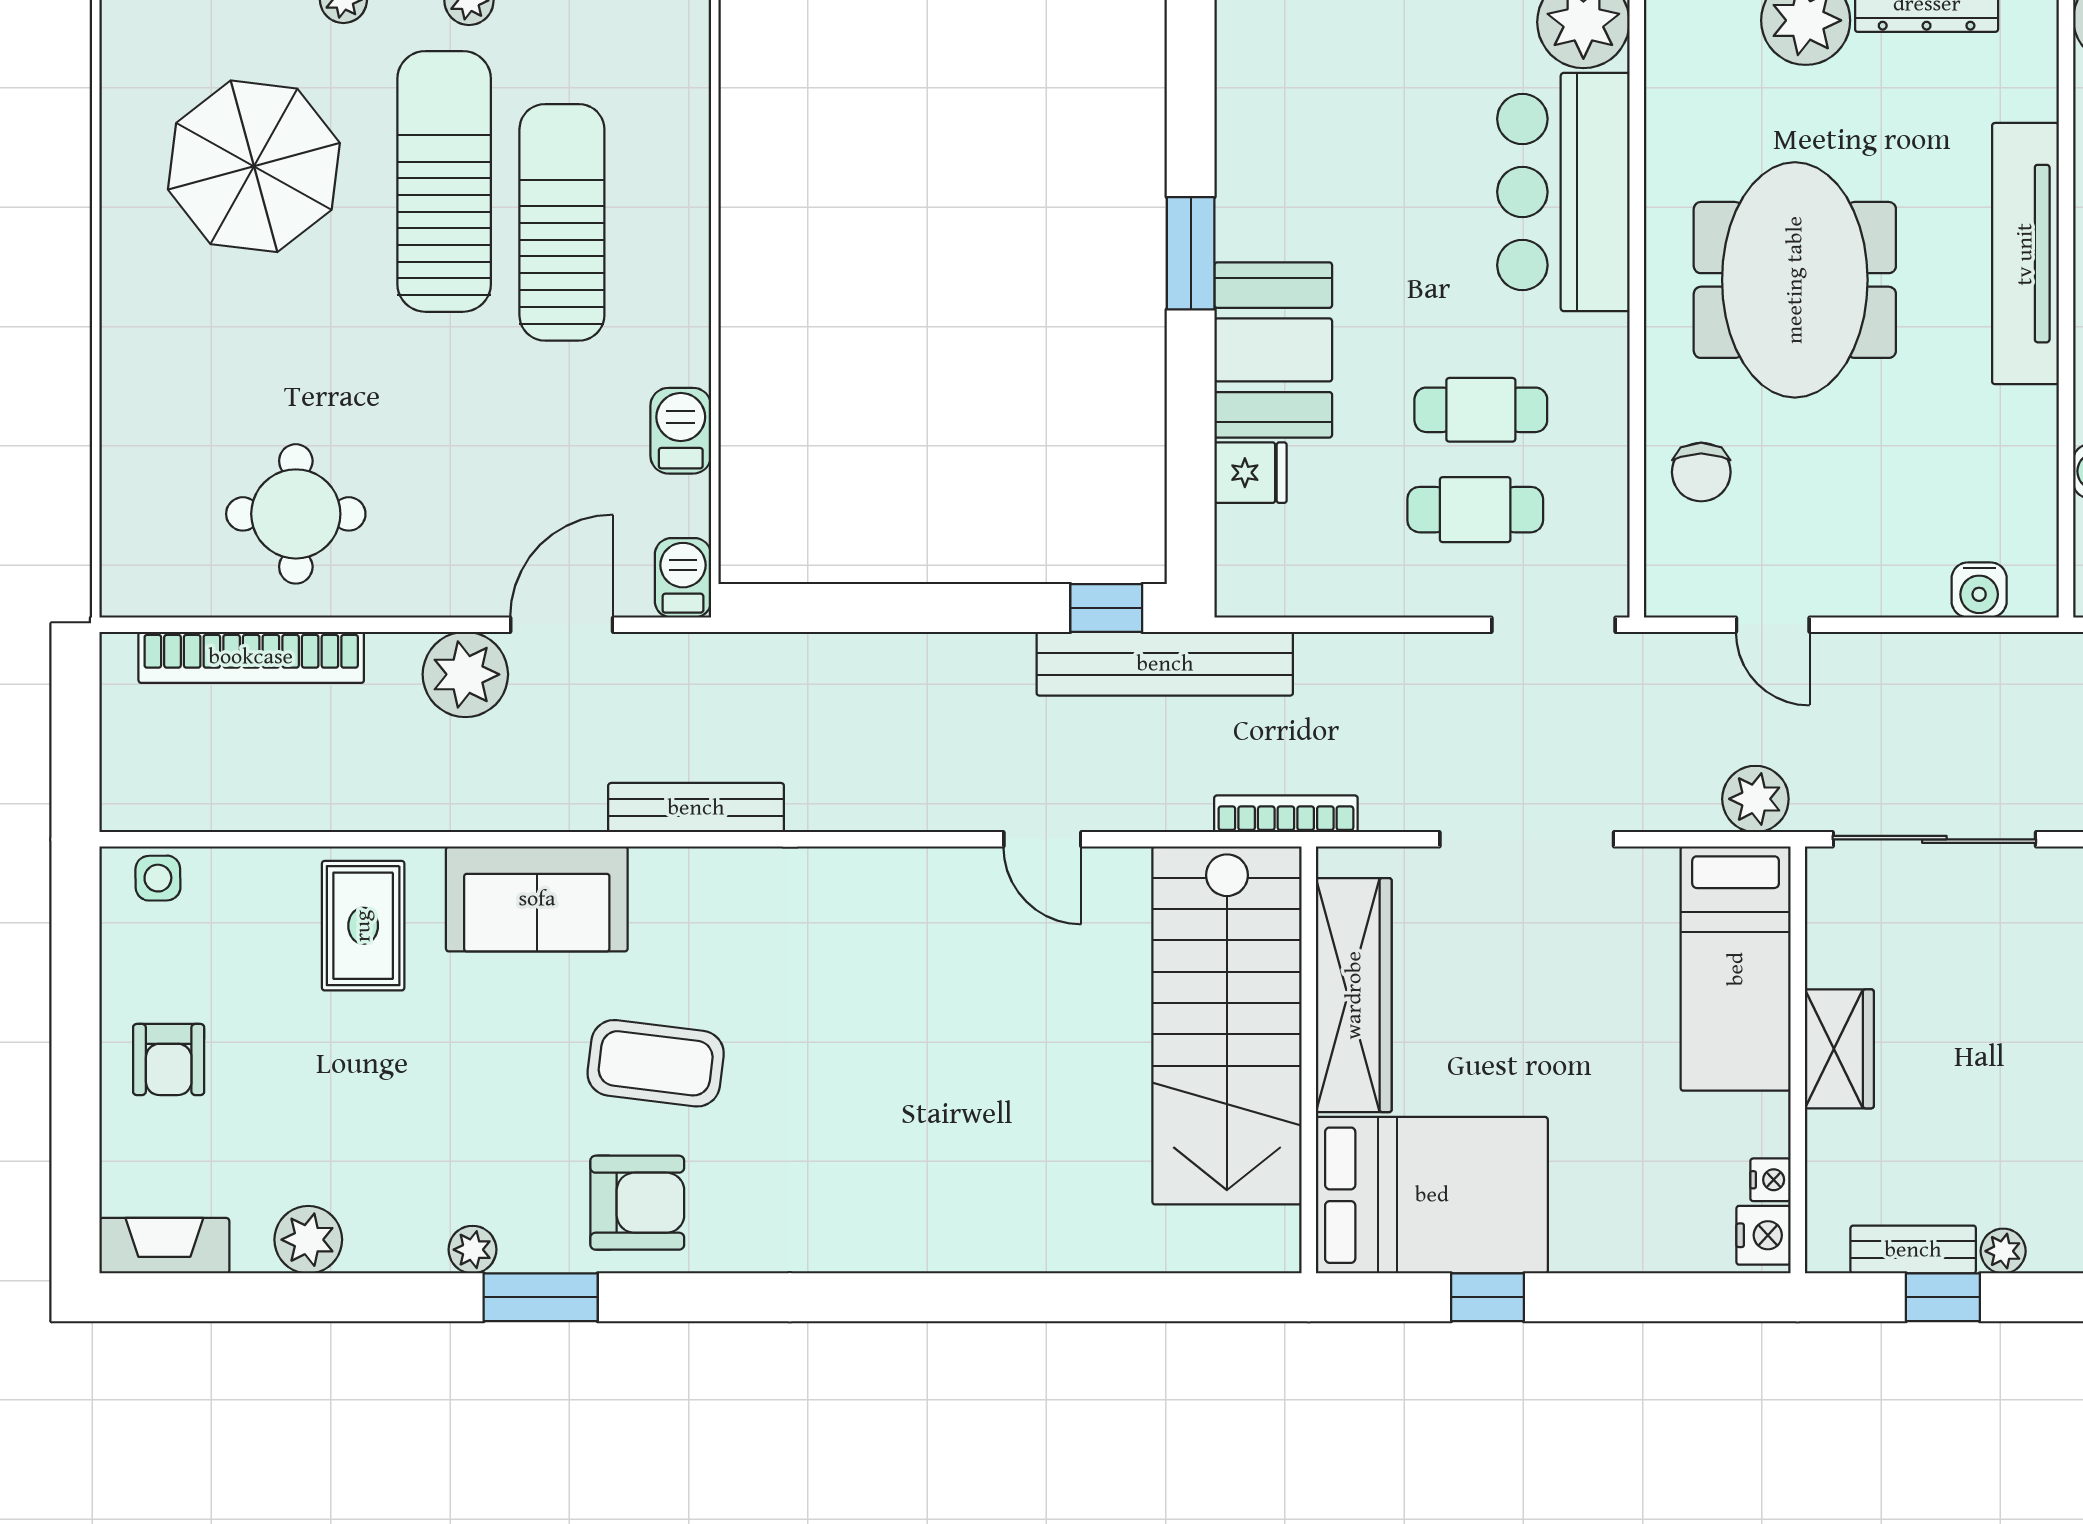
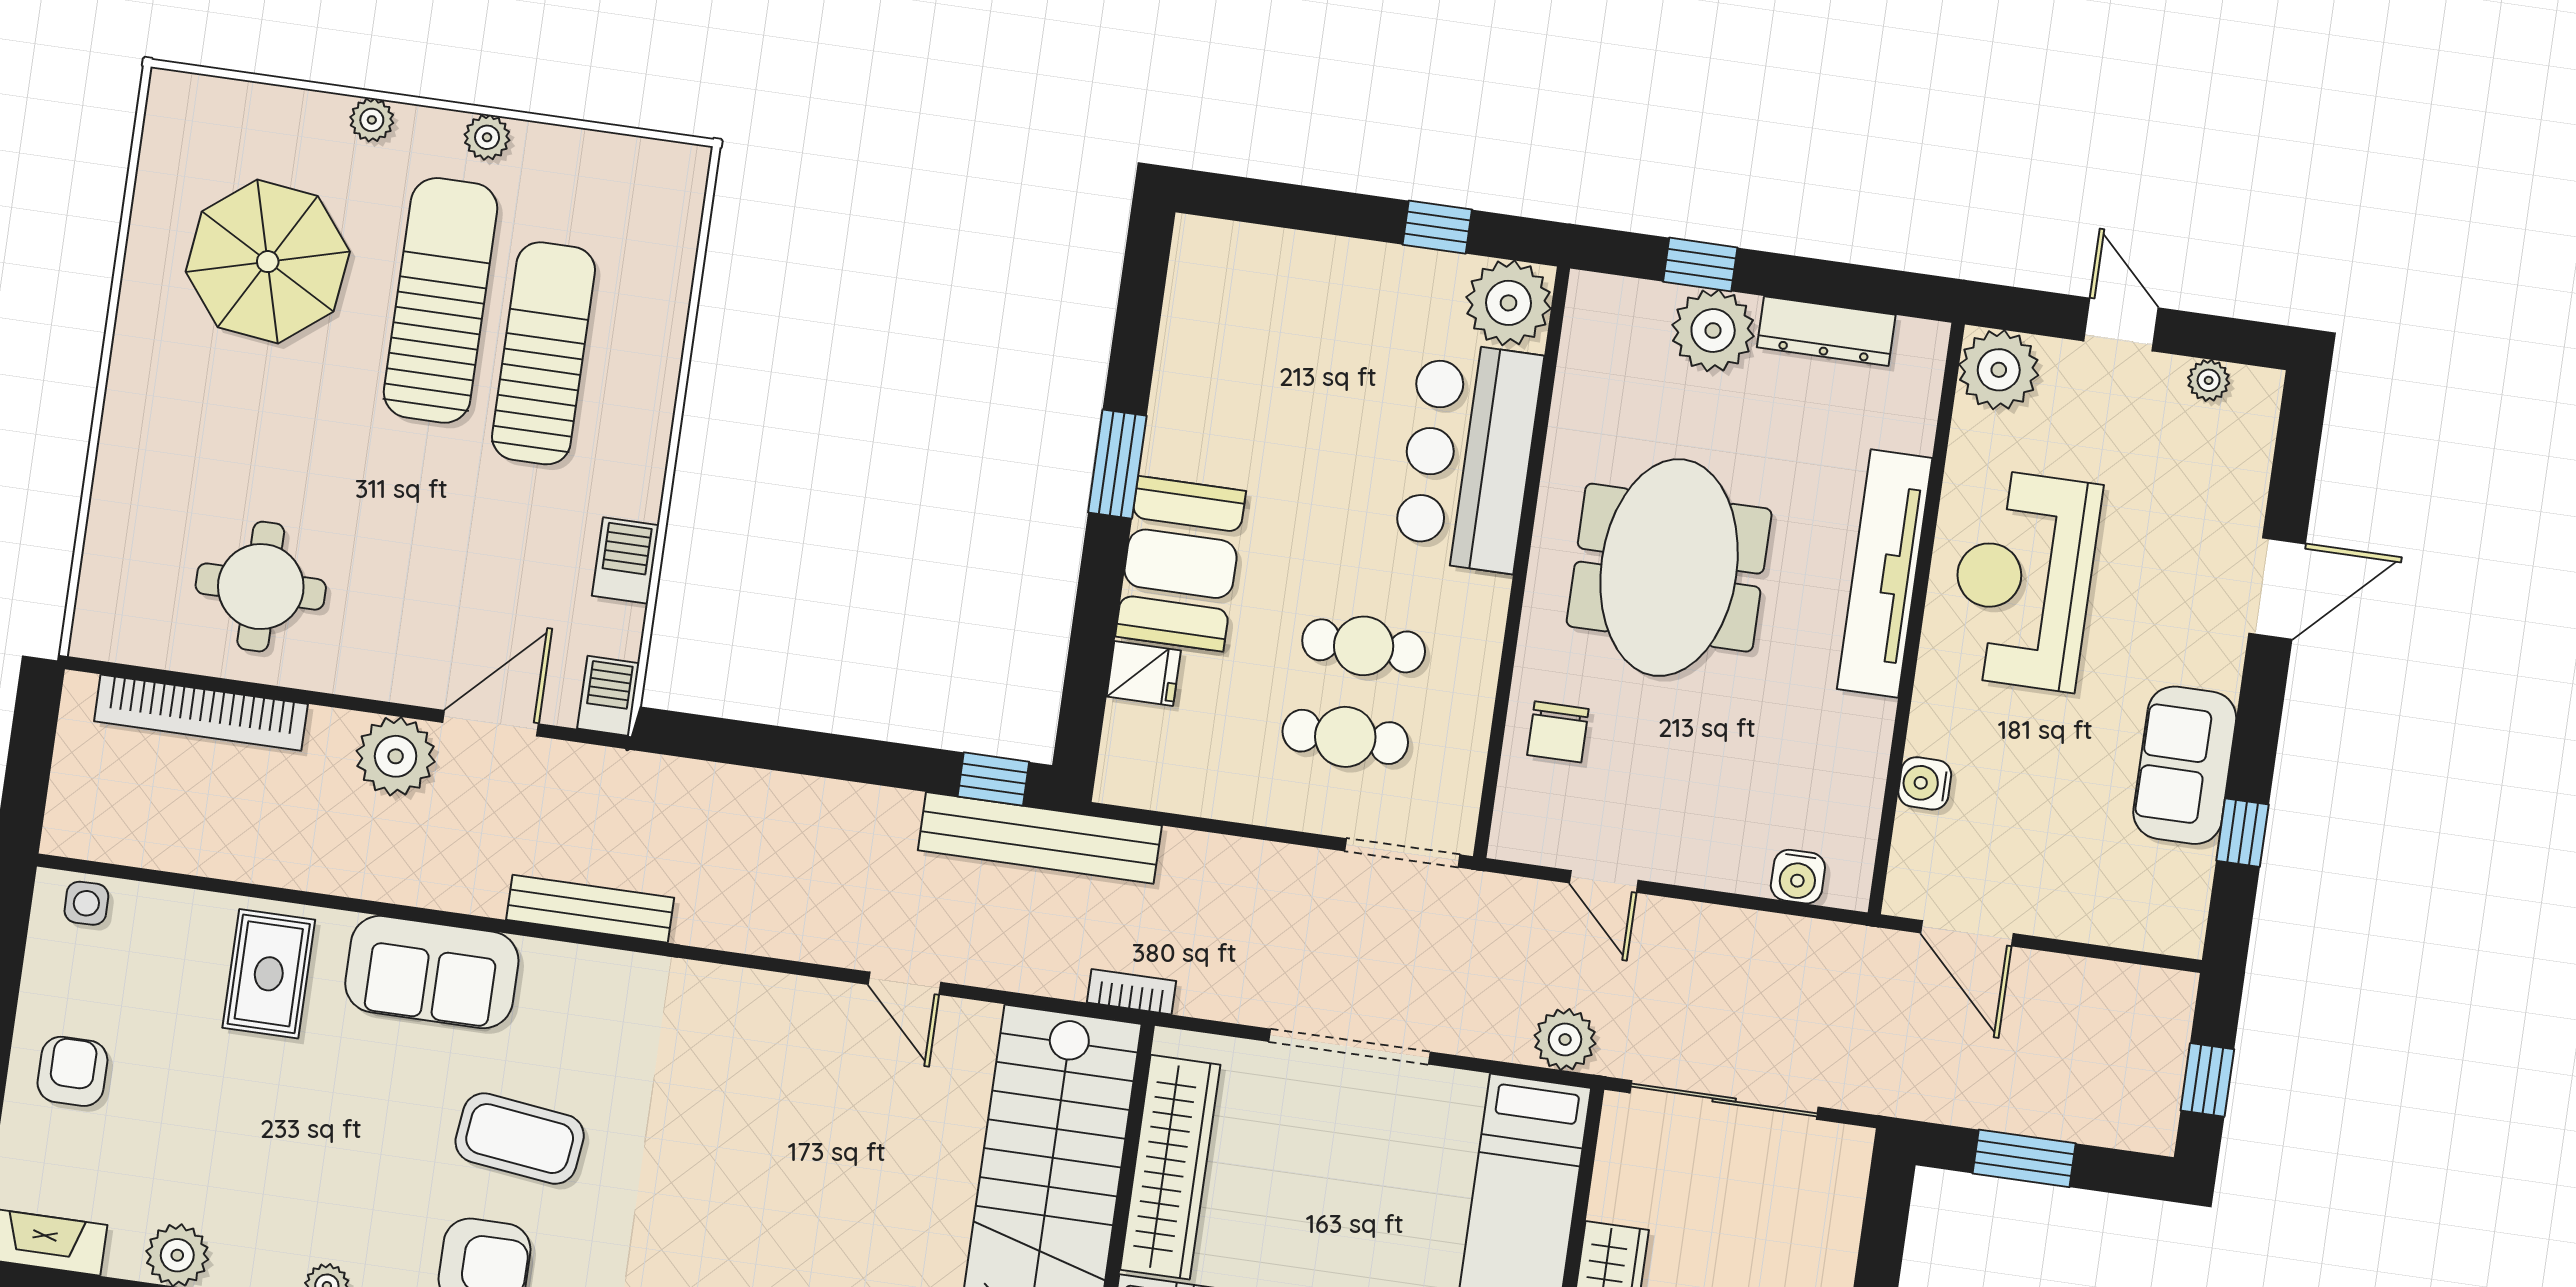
bookcase: (1286, 814) -> (1132, 992), width x0.64
armchair: (169, 1059) -> (72, 1071), turned 180

